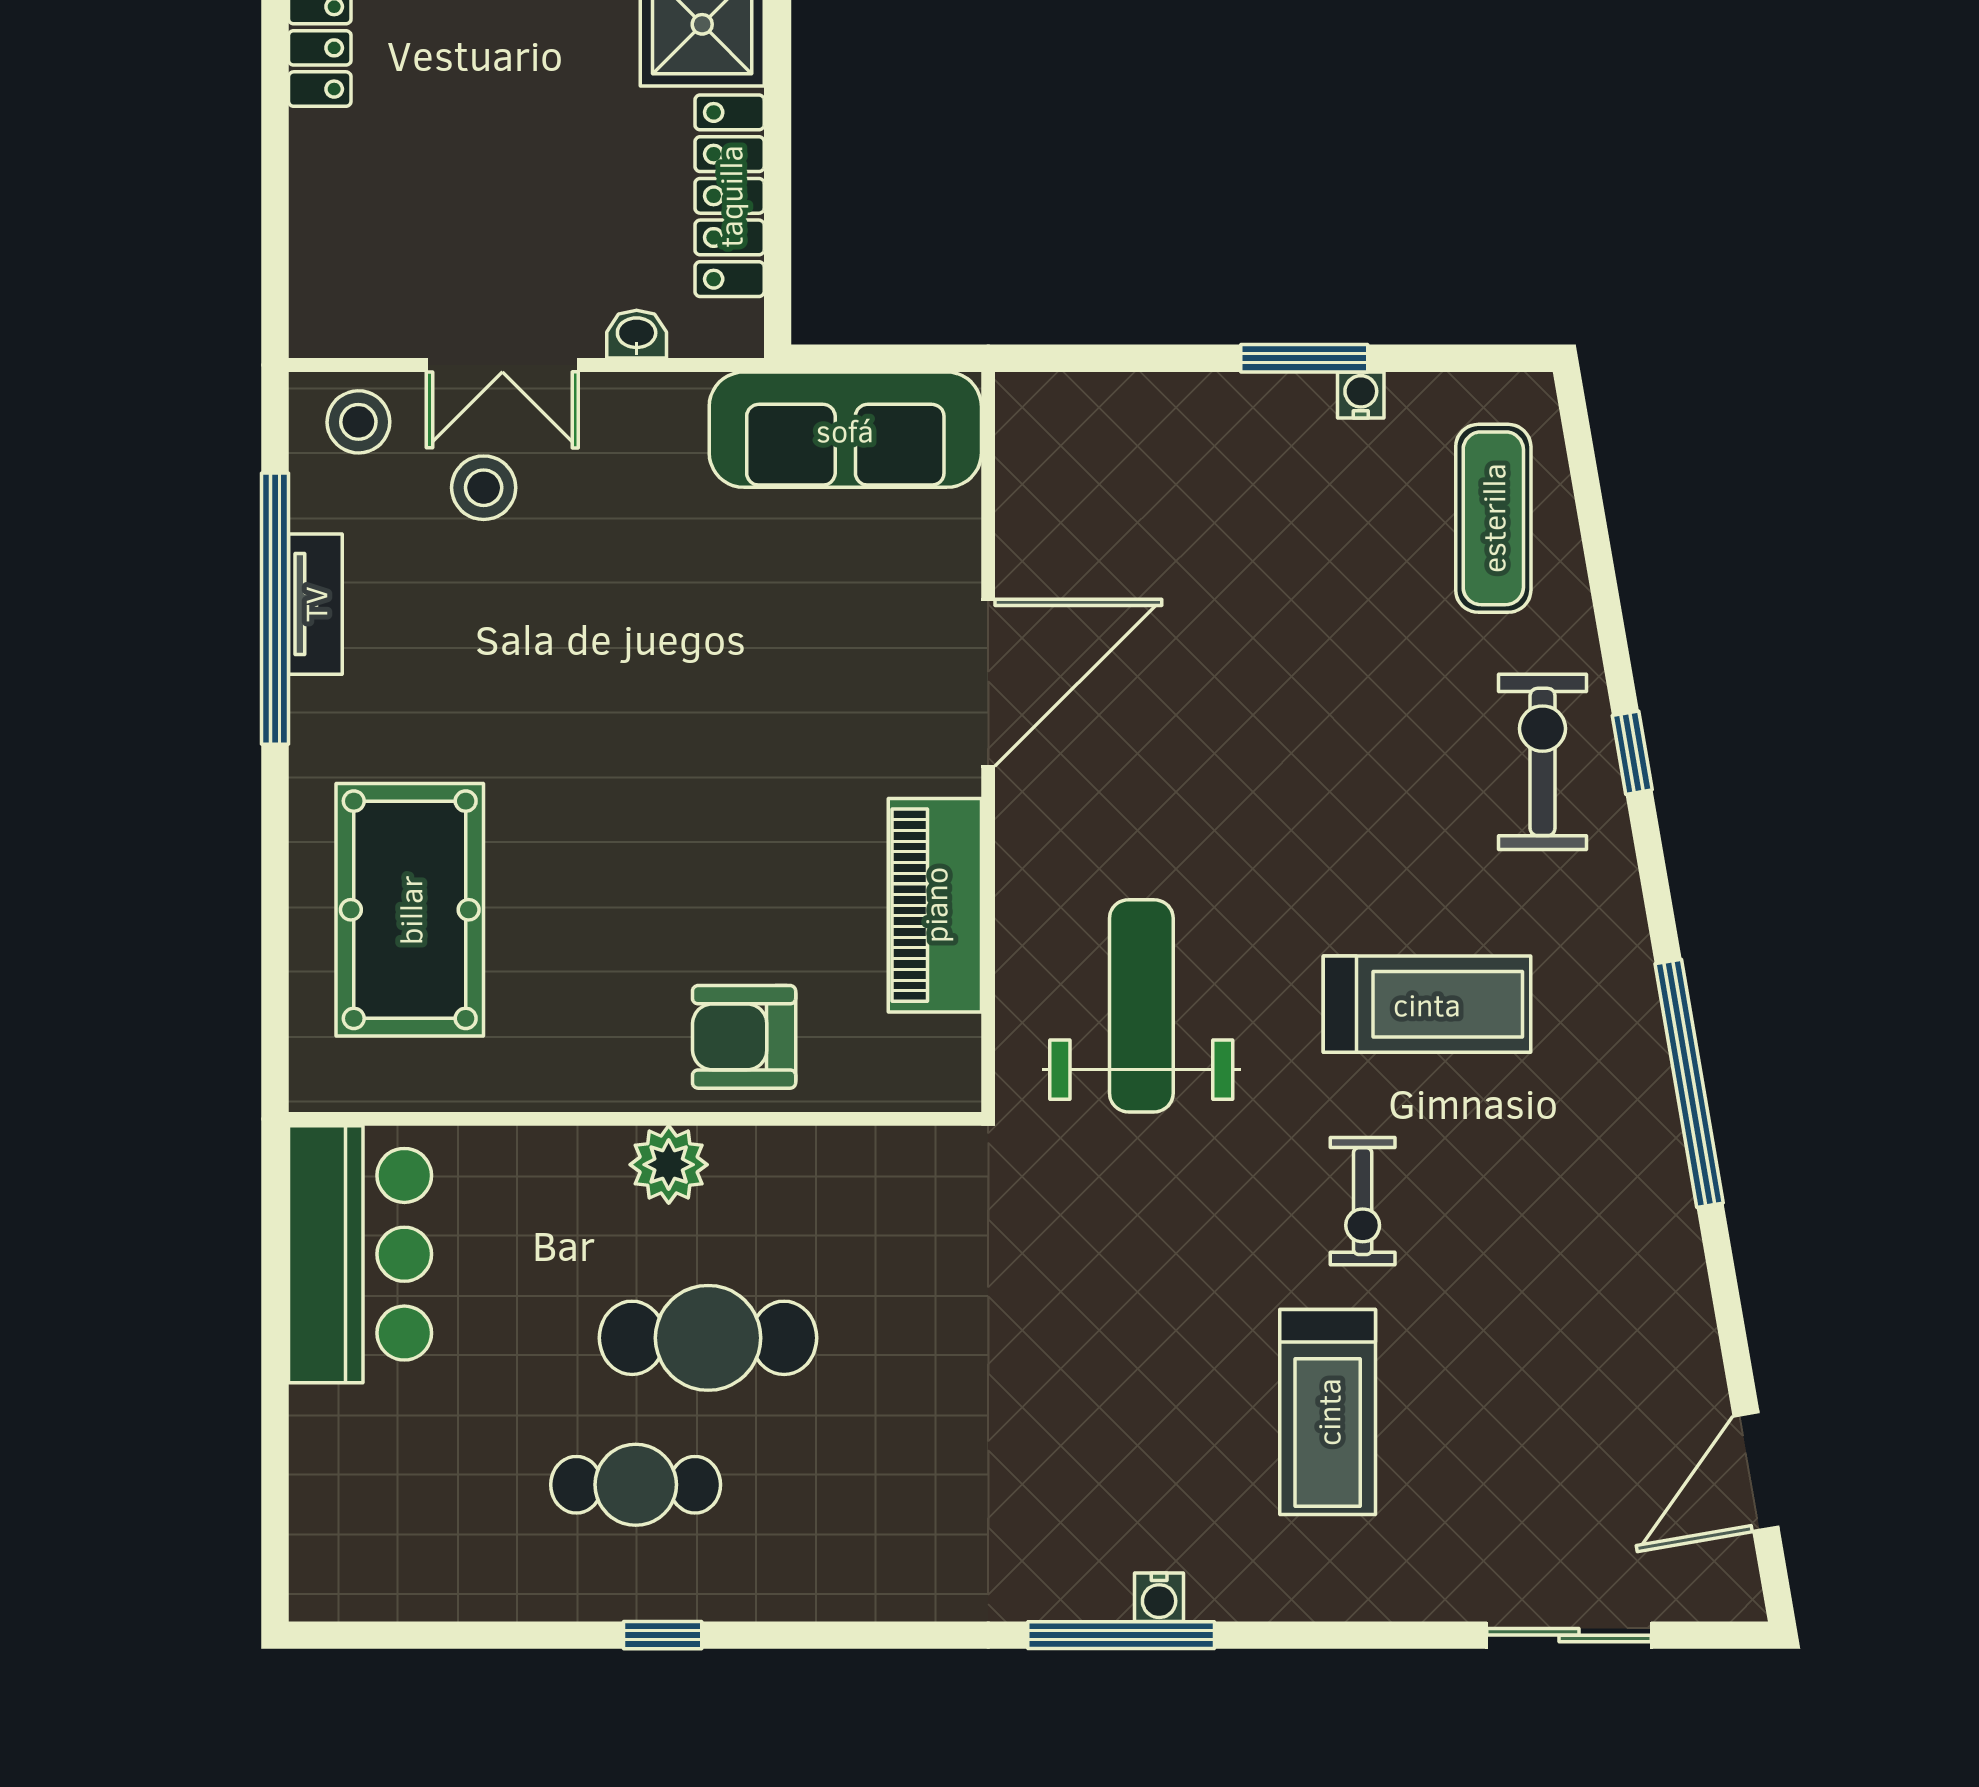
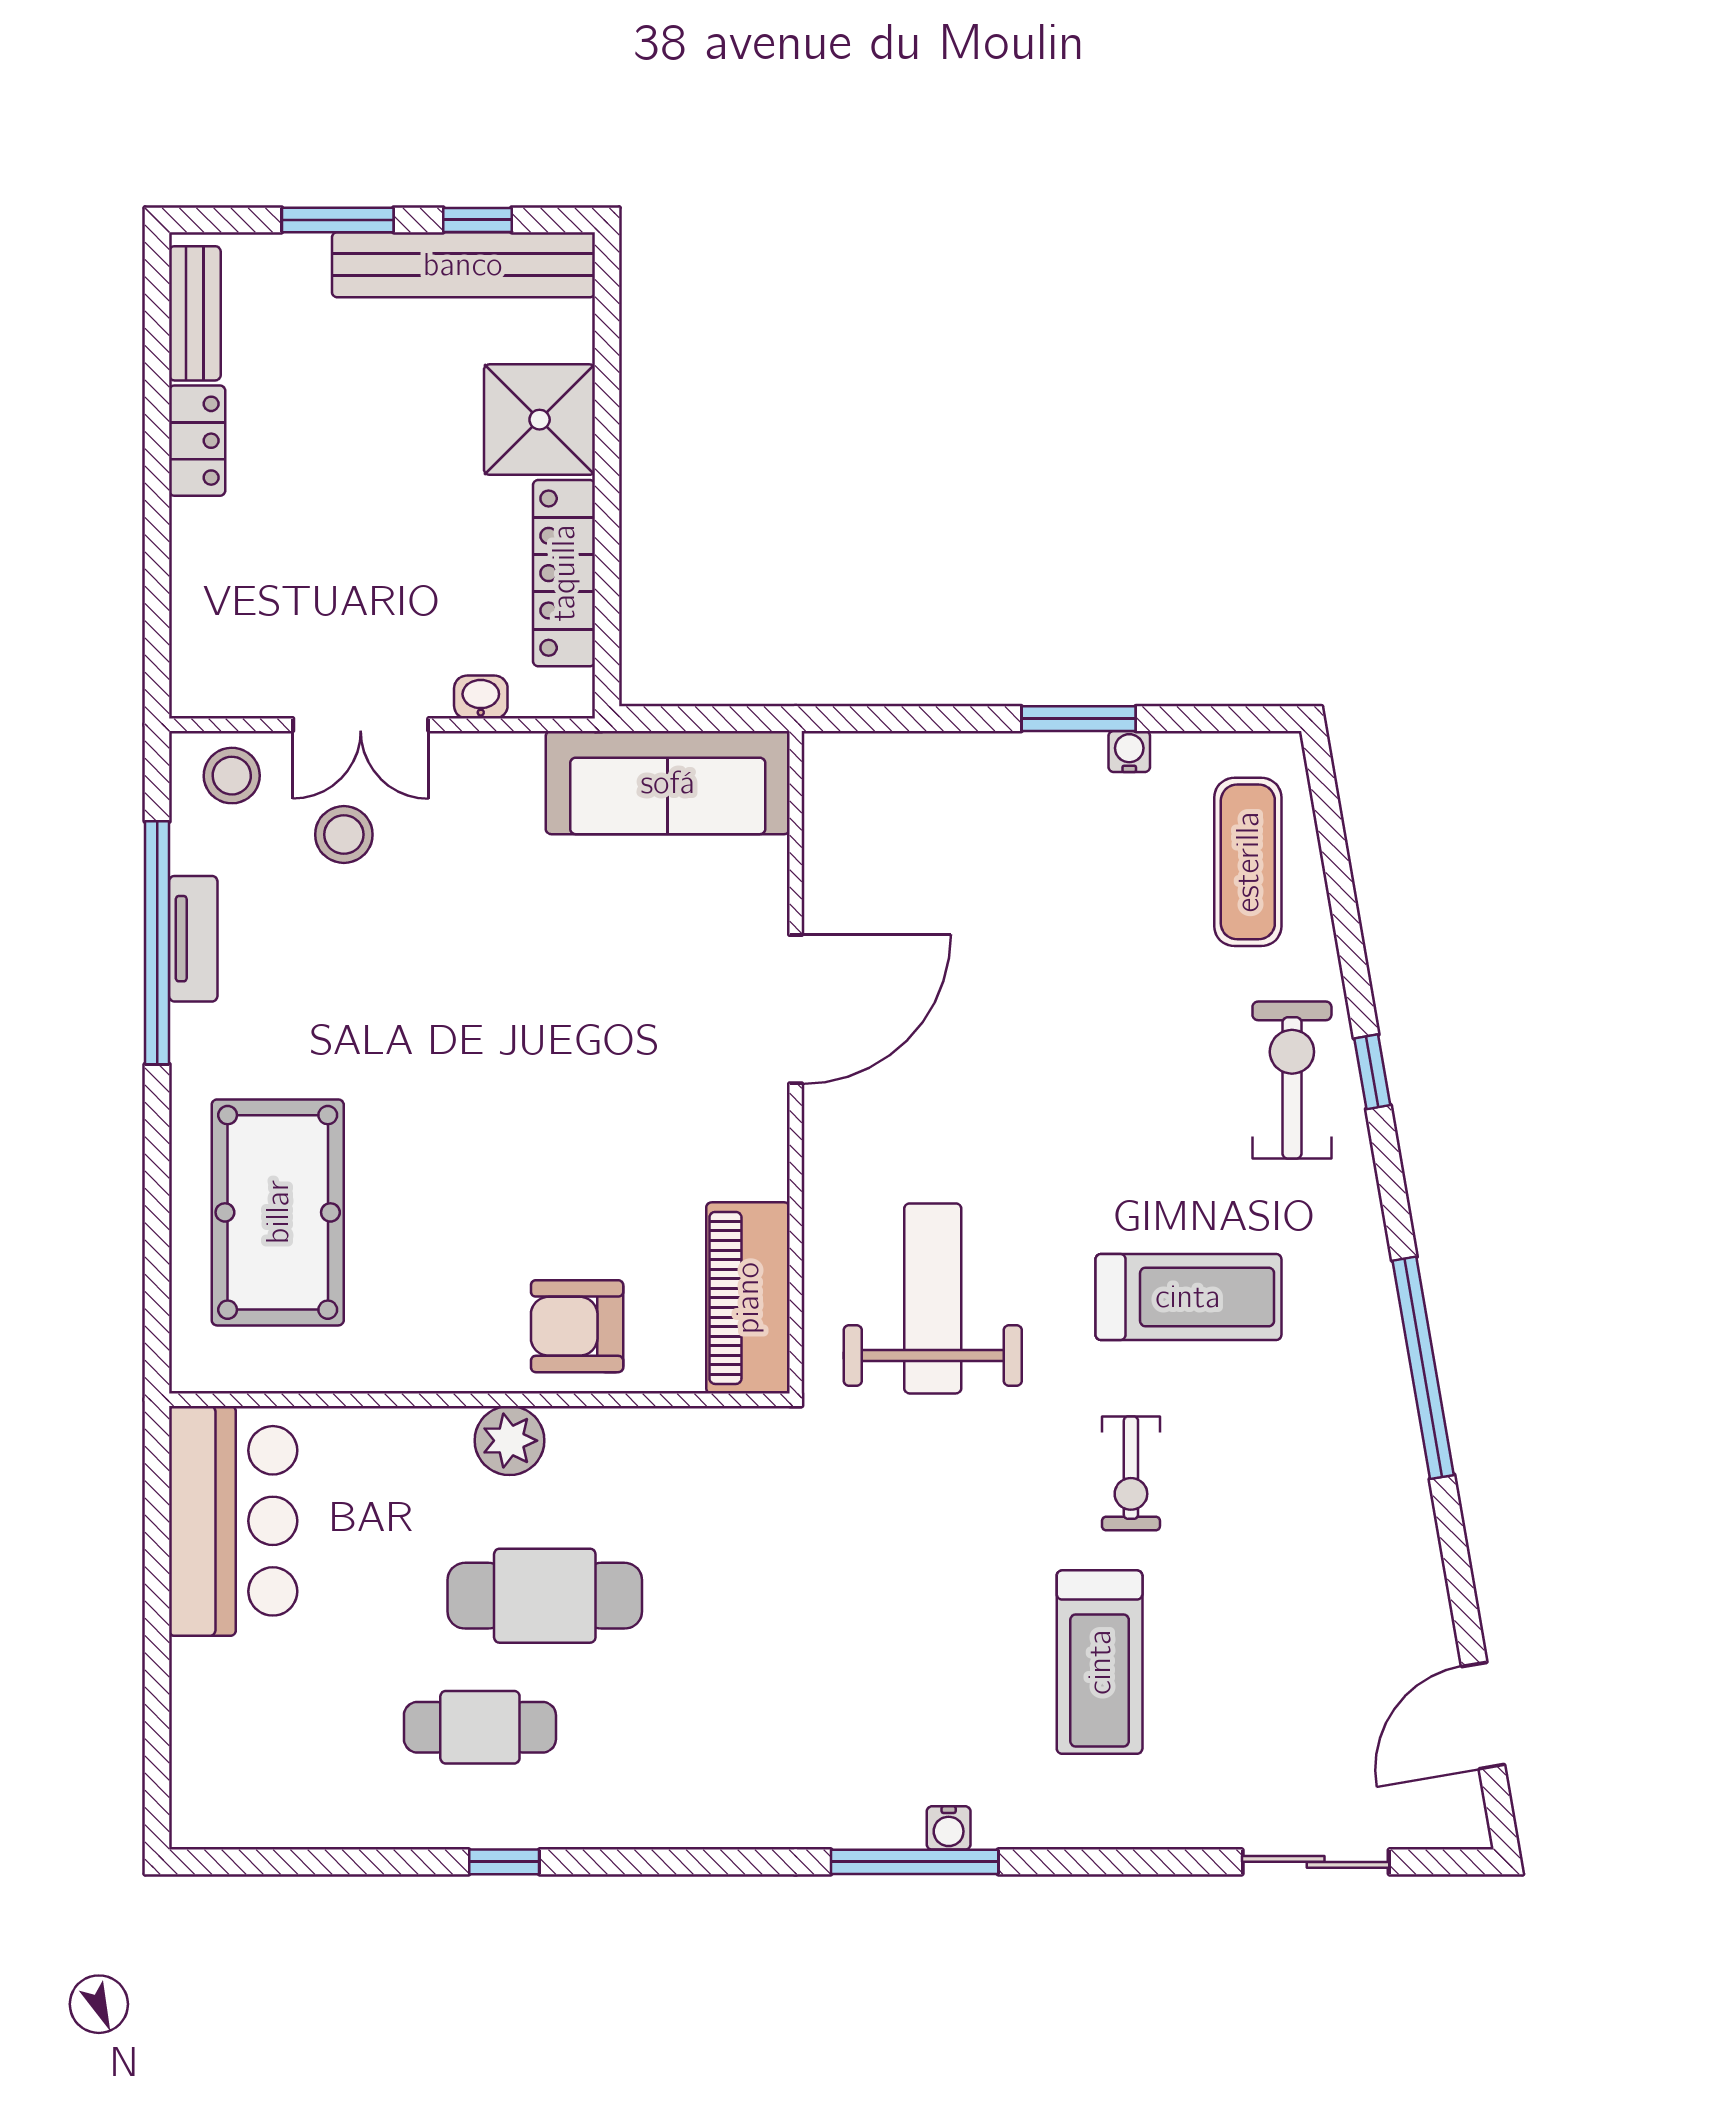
piano: (935, 905) -> (748, 1298), moved

